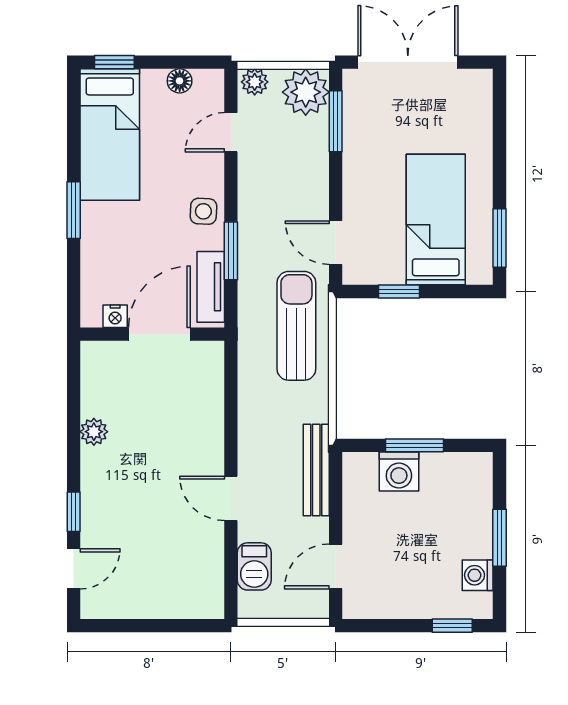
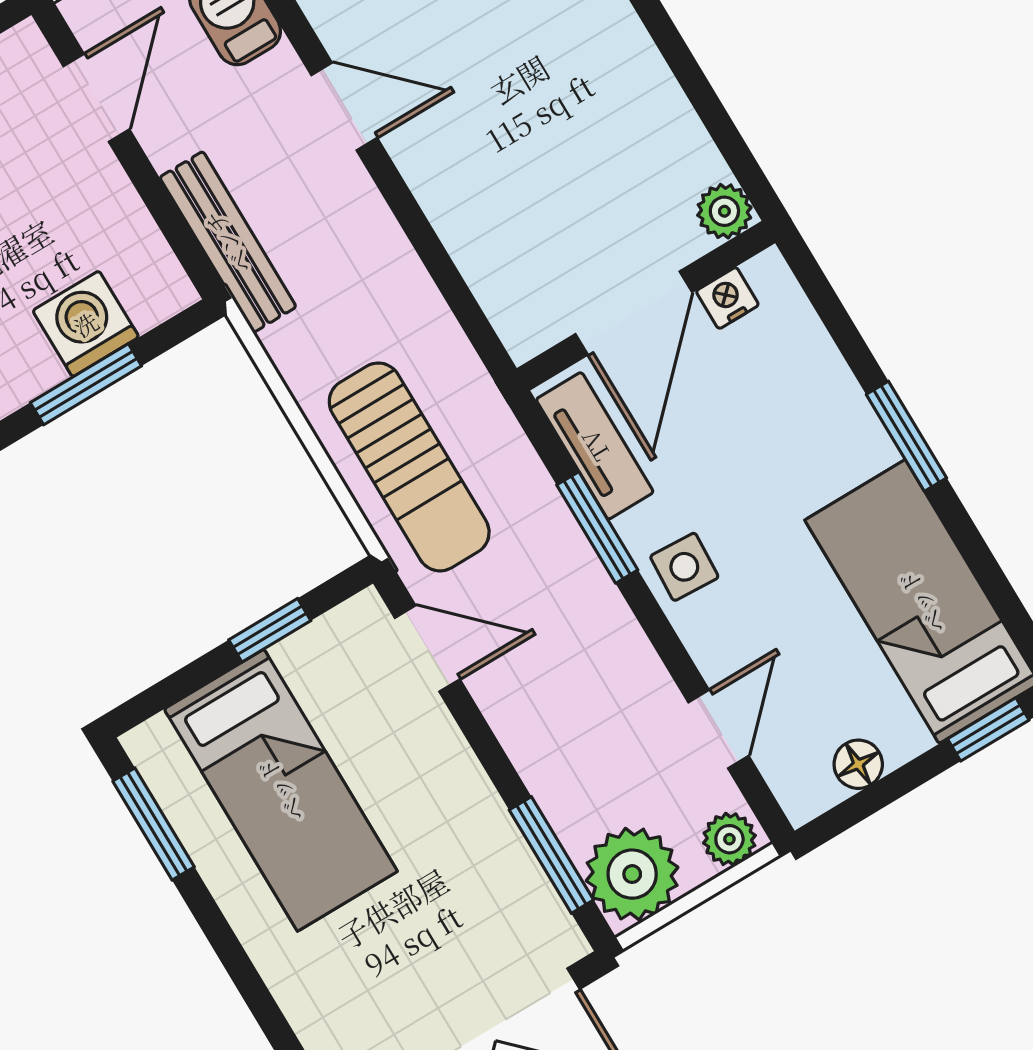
plant: (94, 432) -> (724, 211), moved

